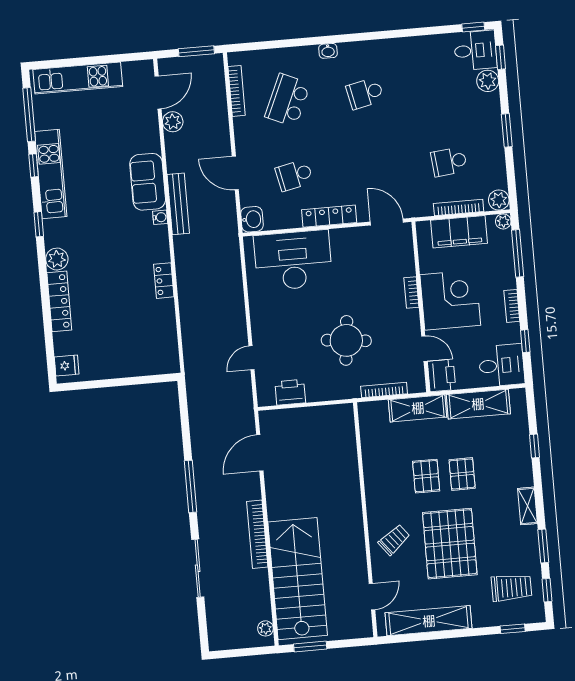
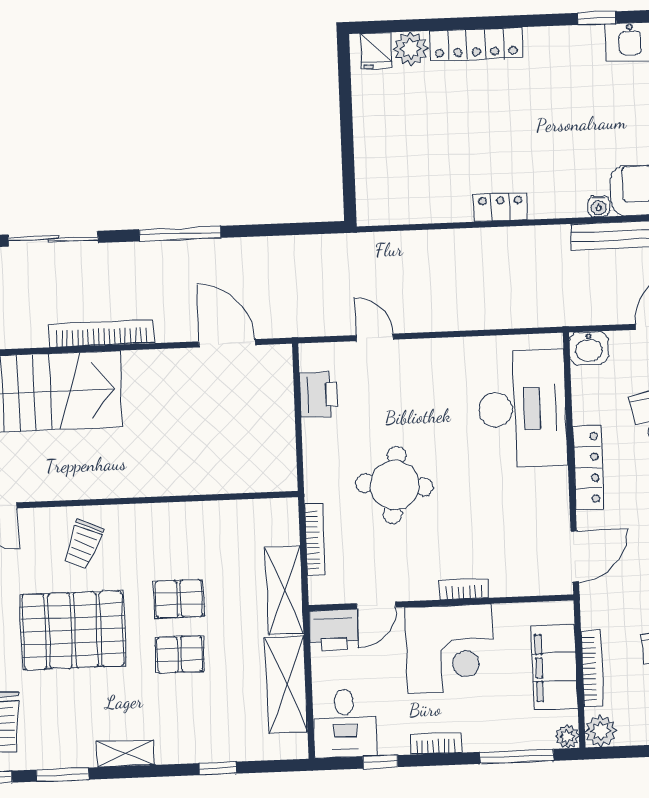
plant: (57, 259) -> (411, 49), moved
trolley: (394, 540) -> (83, 544), turned 61

